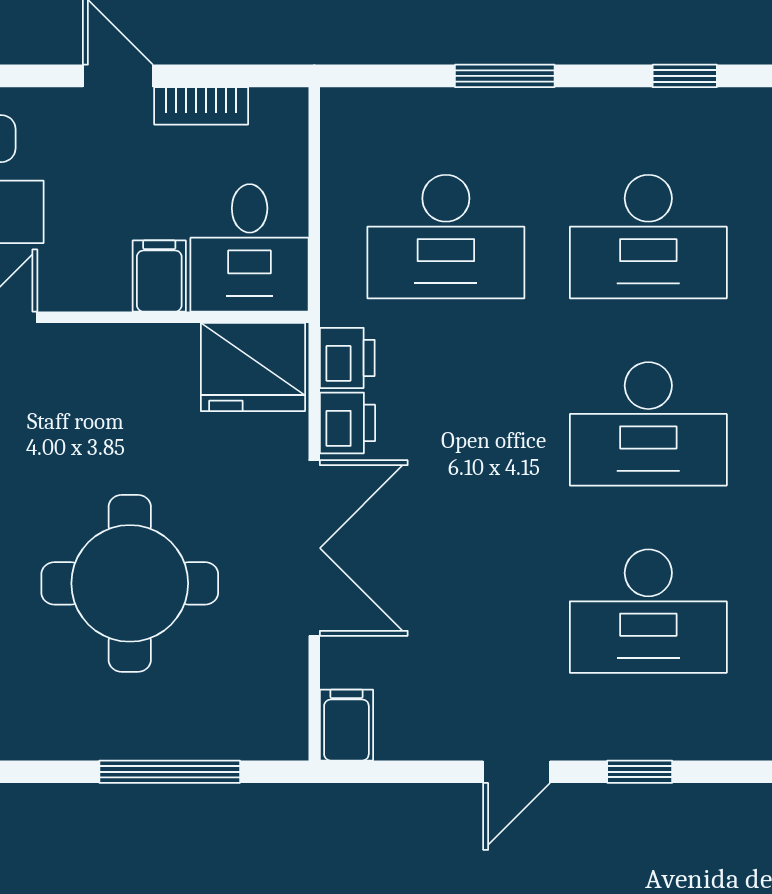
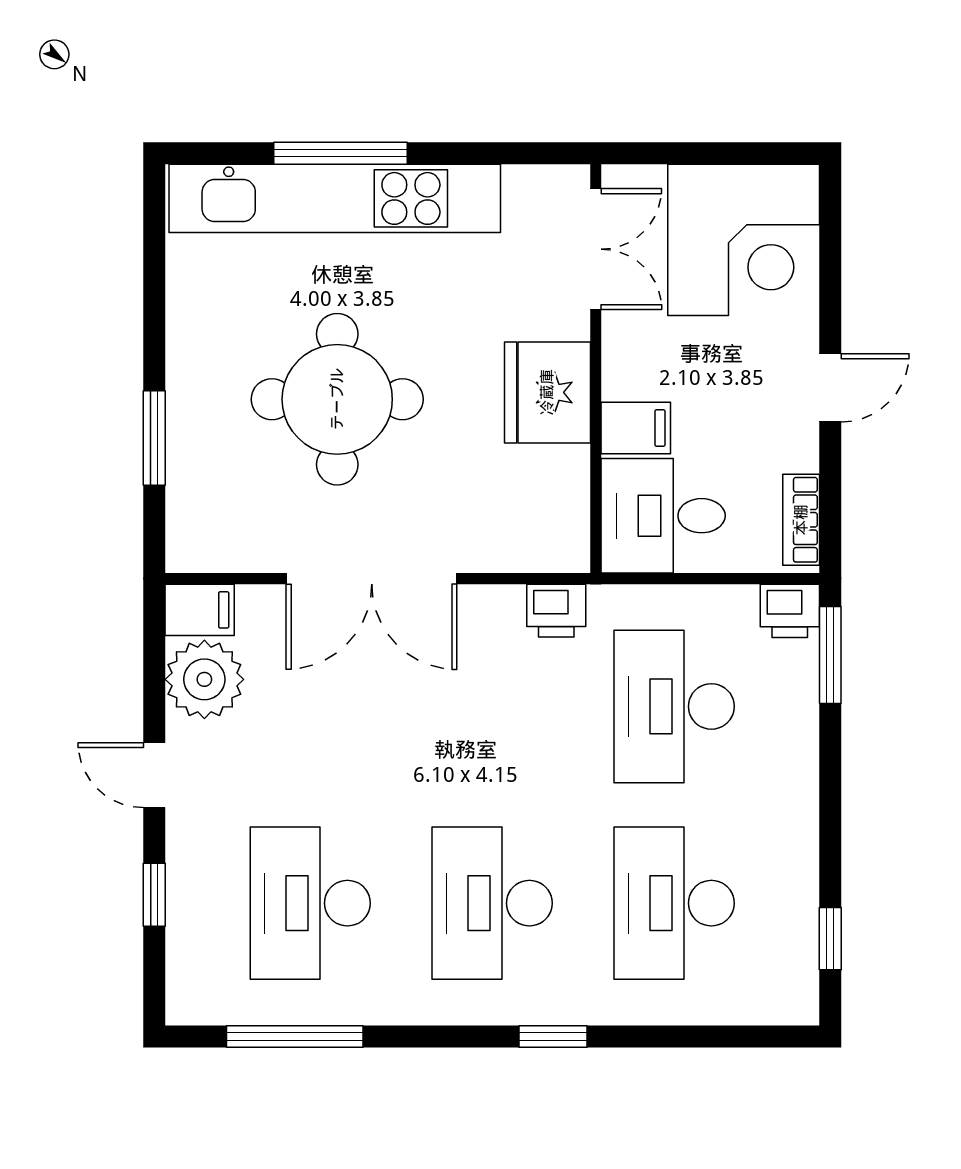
window: (505, 76) -> (830, 655), moved
bookcase: (201, 106) -> (801, 520), moved
fridge: (253, 367) -> (547, 392), moved
printer: (347, 423) -> (790, 611), moved
plant: (418, 720) -> (204, 679), added
window: (170, 772) -> (154, 438), width x0.69

